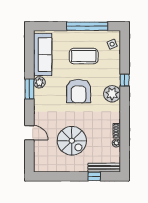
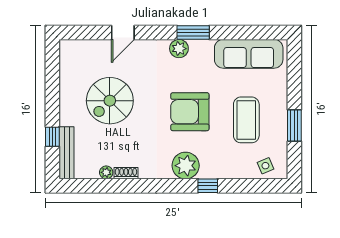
window: (87, 26) -> (294, 126), width x0.47
plant: (39, 82) -> (179, 49), moved

